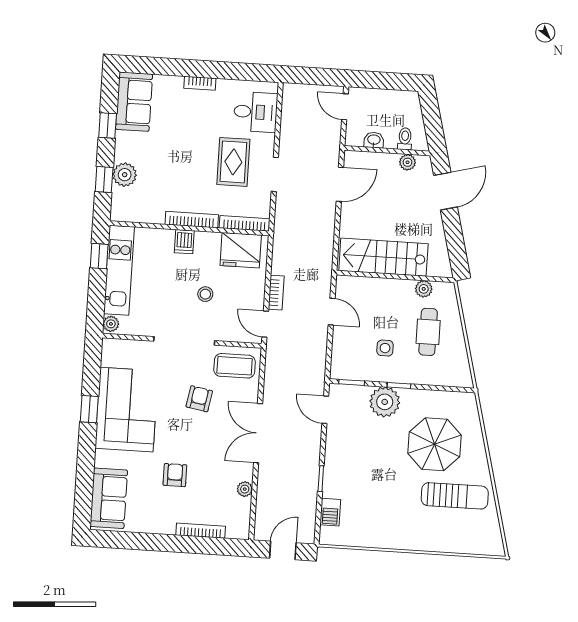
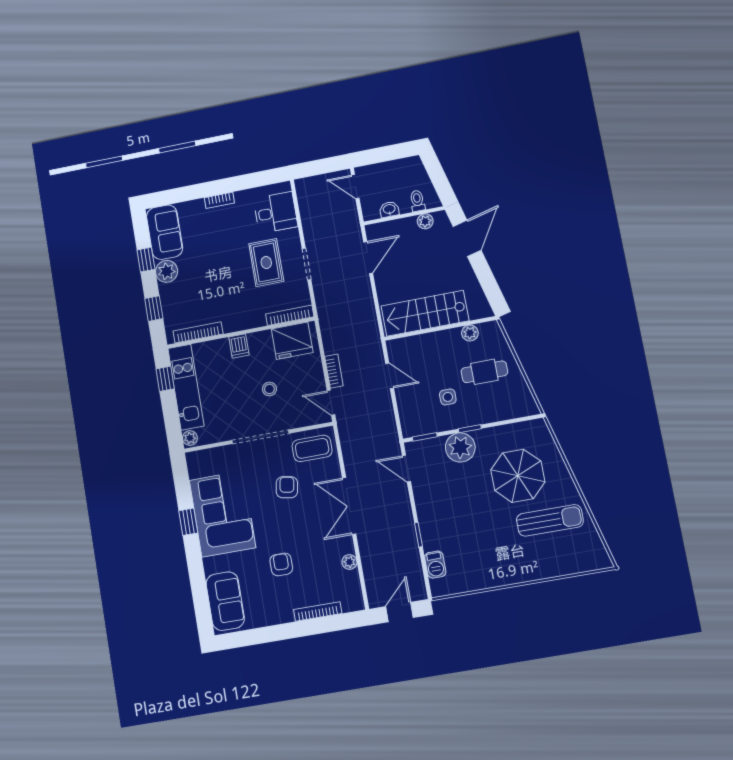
plant: (125, 175) -> (167, 271), moved
bookcase: (192, 220) -> (198, 332), moved
cafe table: (428, 332) -> (484, 372), turned 90

